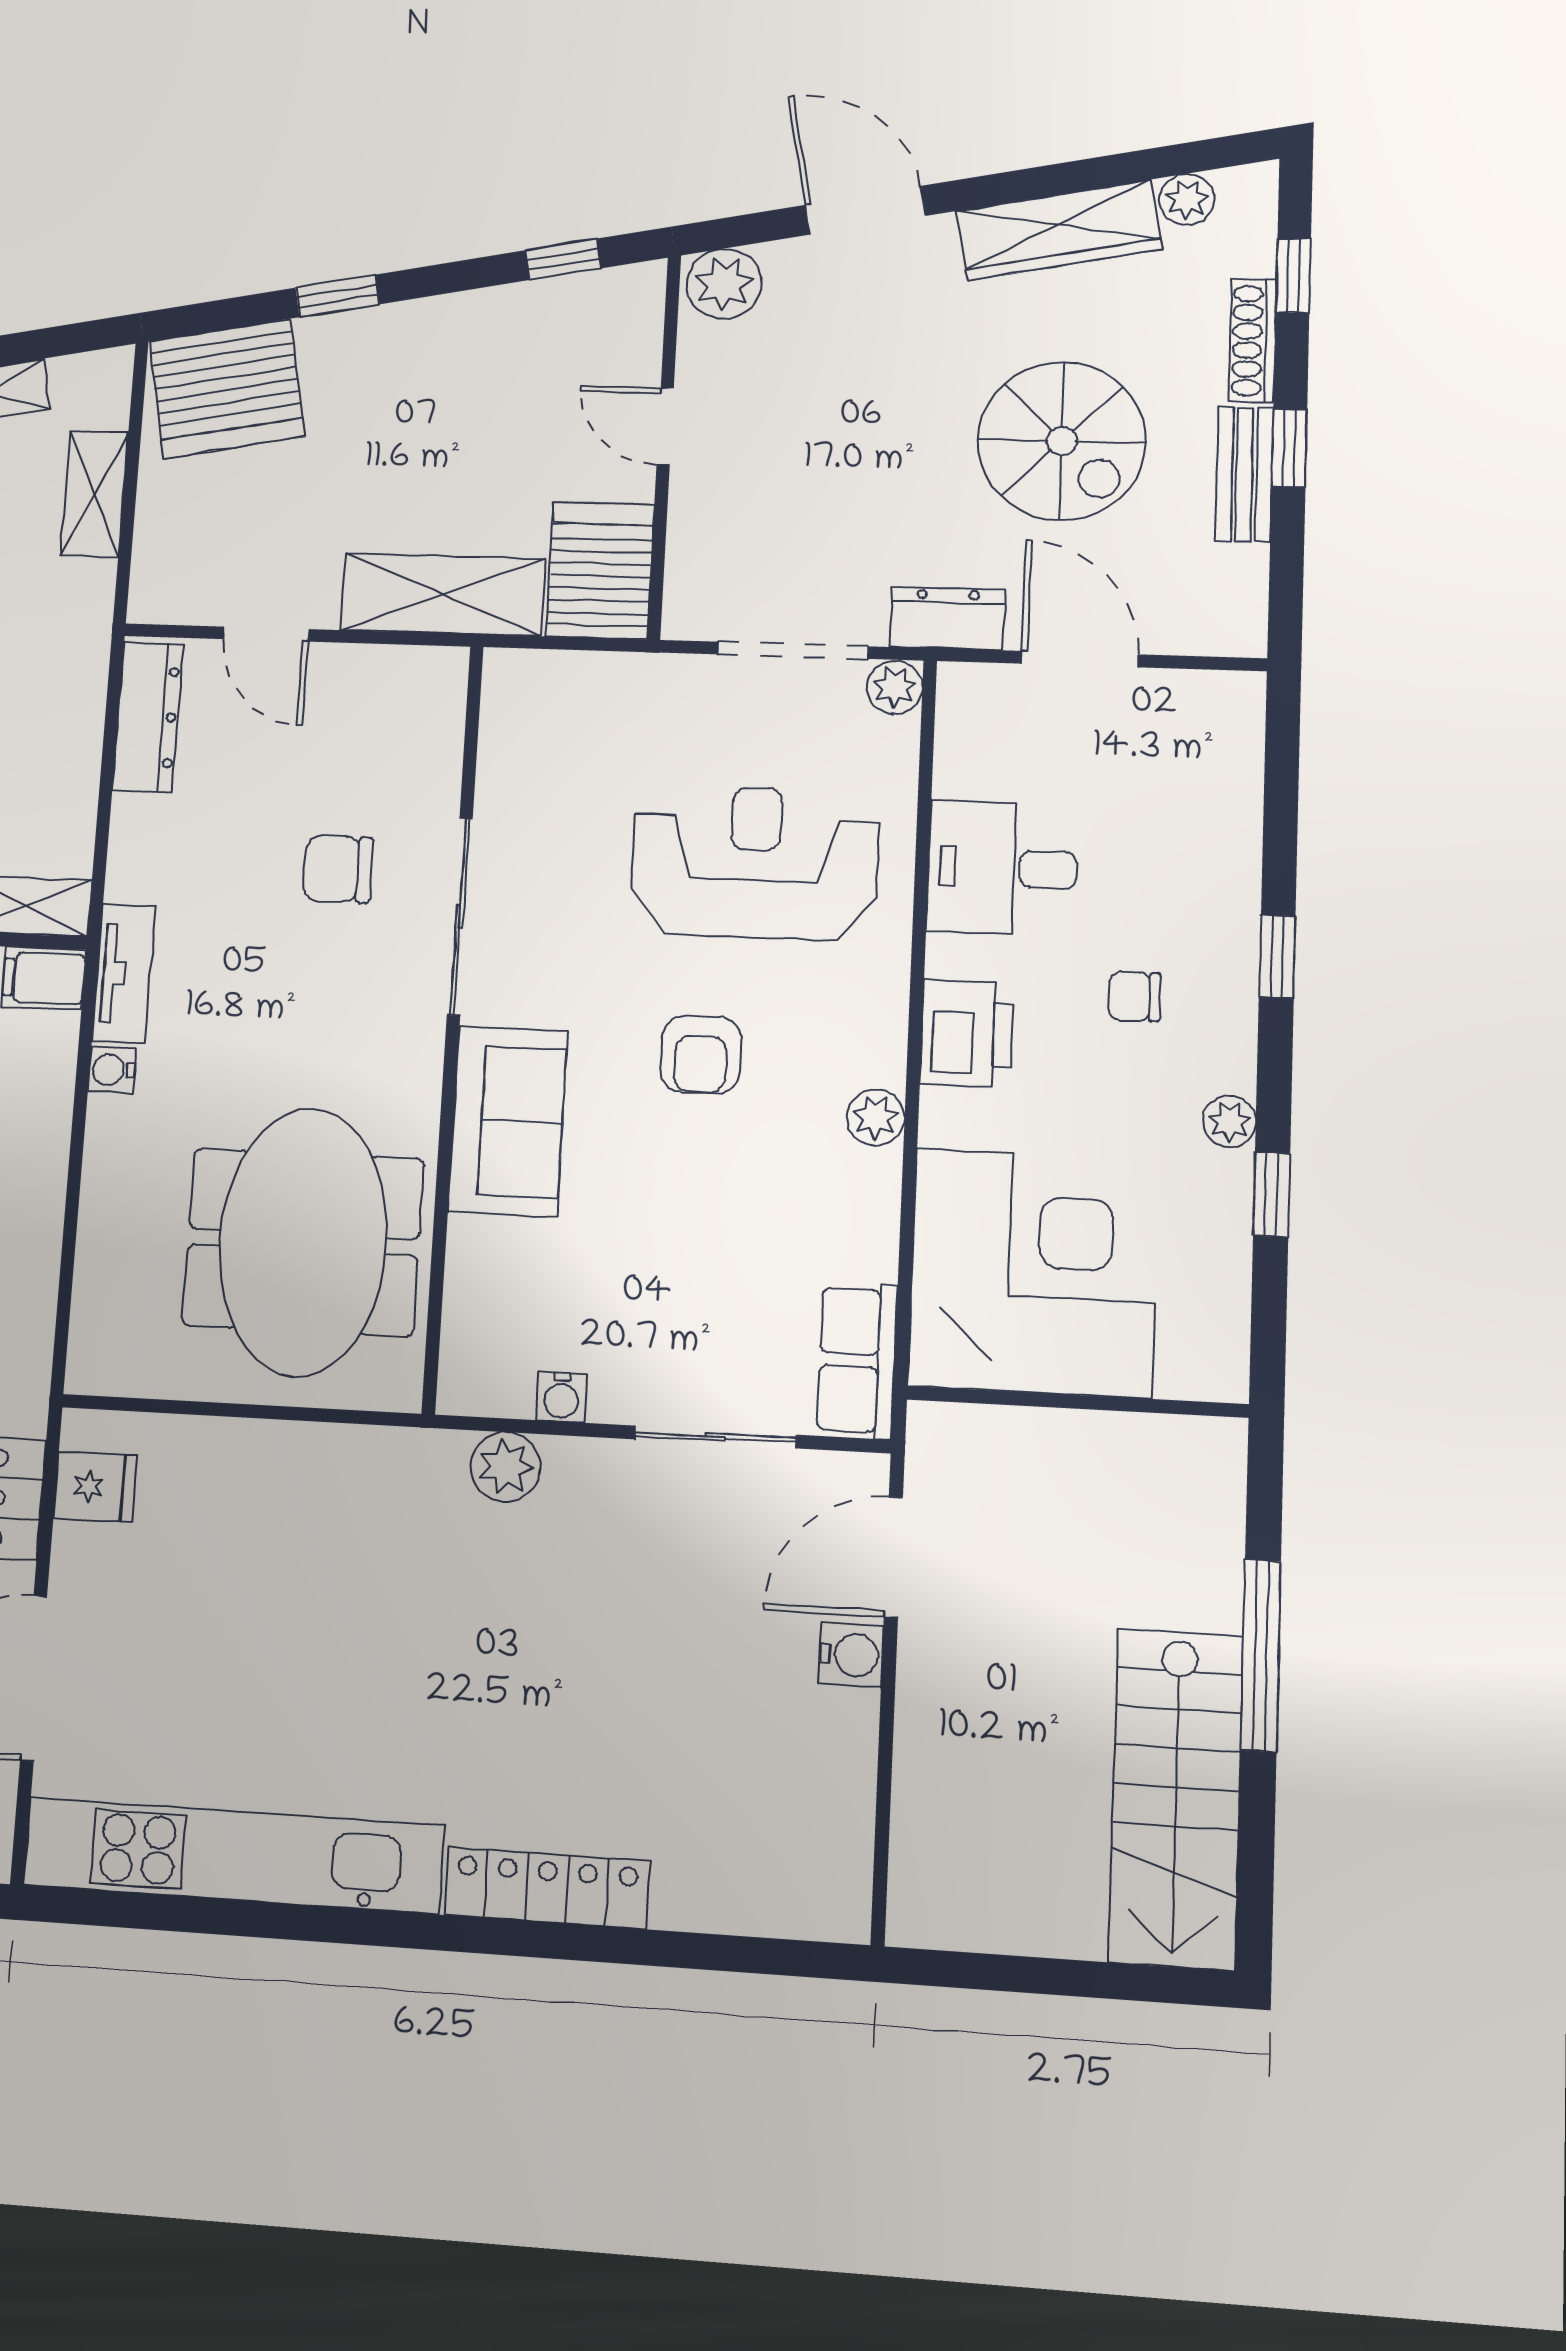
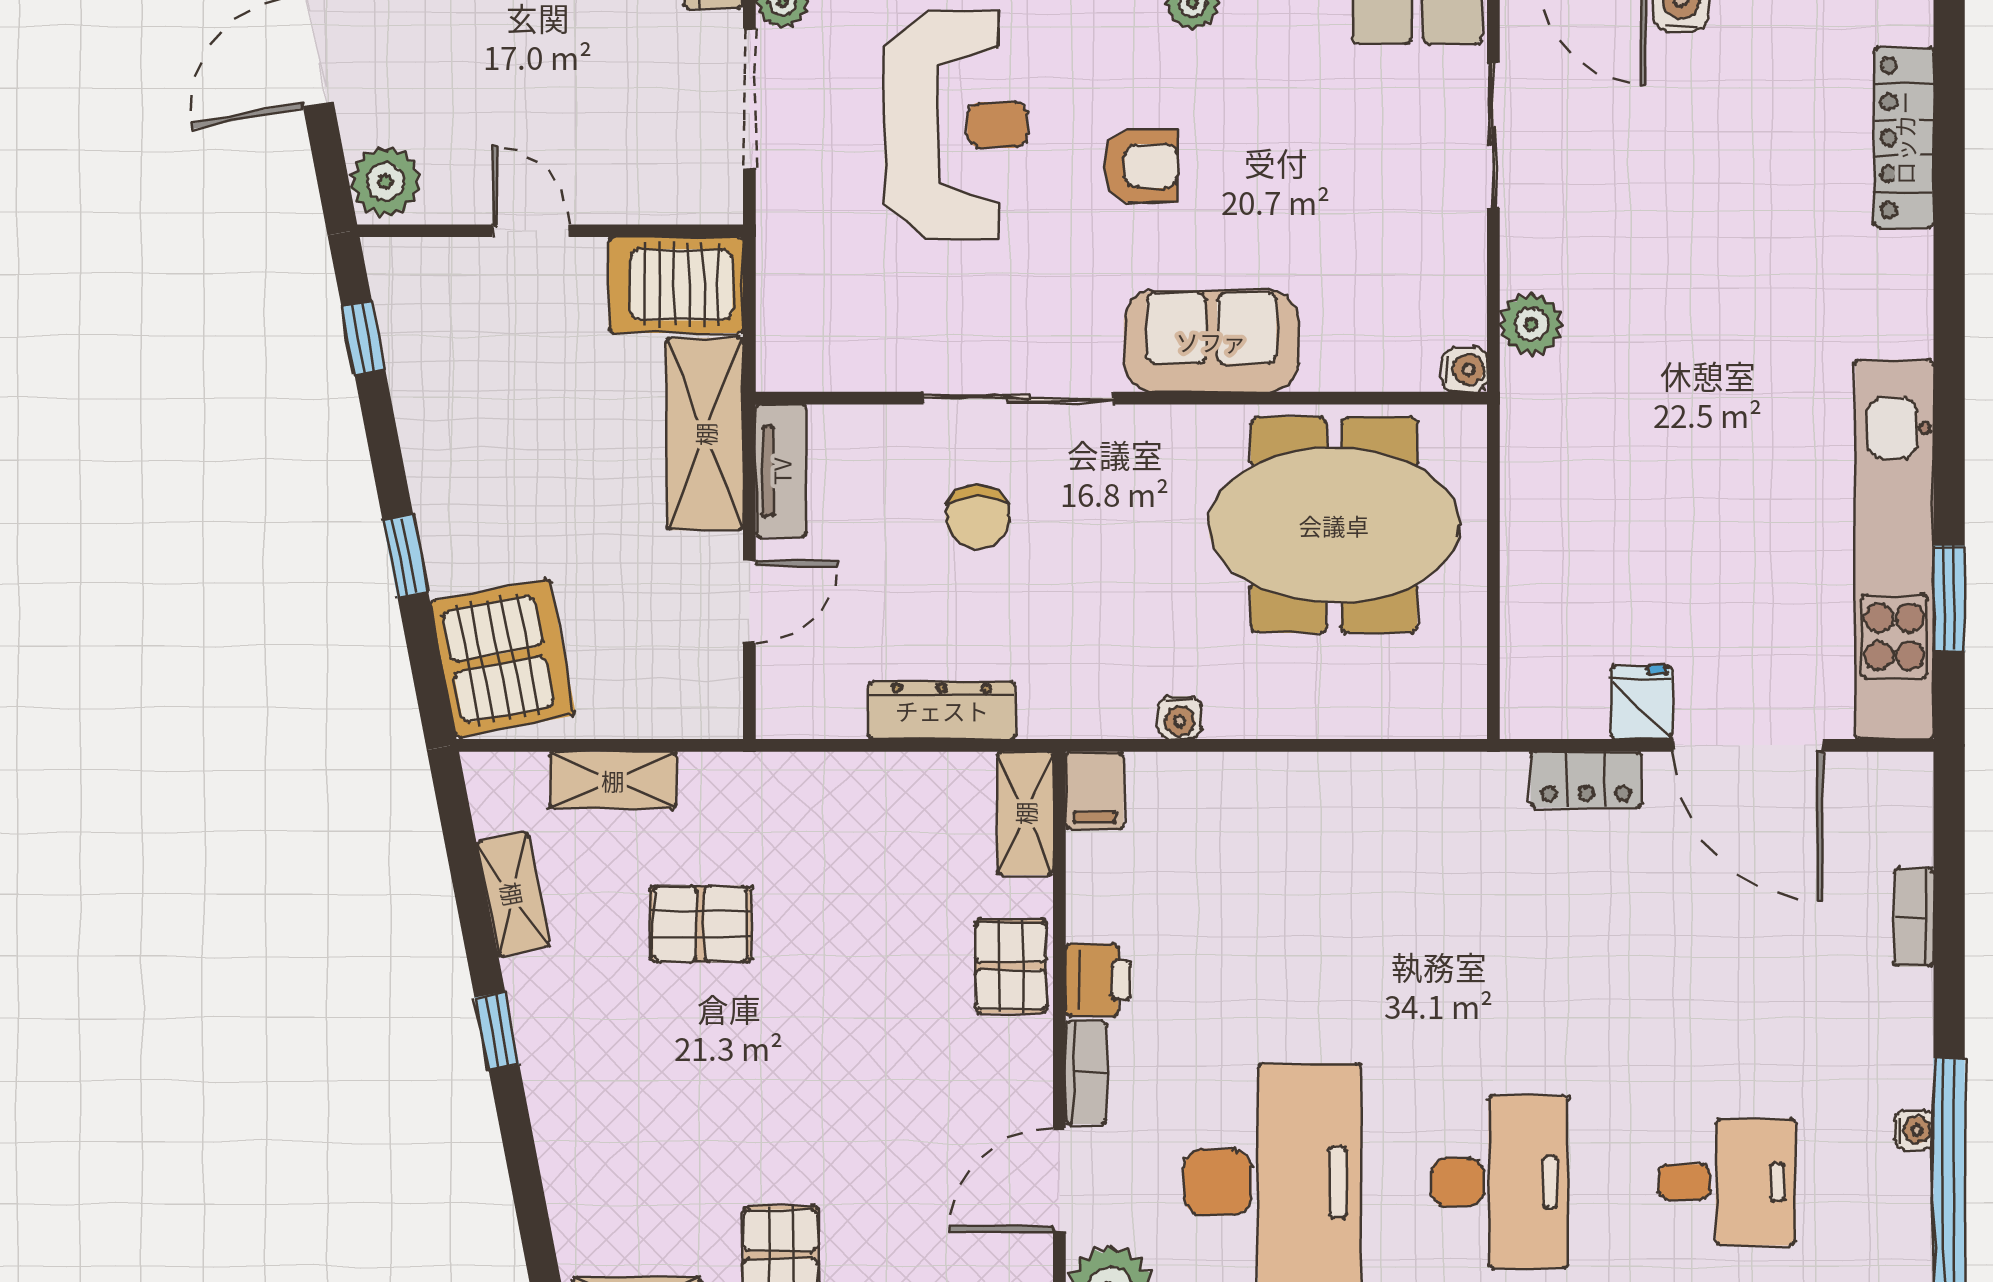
door: (665, 426) -> (531, 231), swing flipped
dresser: (148, 717) -> (942, 710), moved
reception desk: (755, 862) -> (956, 125), turned 180
tv unit: (124, 974) -> (781, 471), moved, turned 90
water cooler: (561, 1397) -> (1465, 370), moved
fridge: (95, 1487) -> (1641, 702), moved
locker: (547, 1888) -> (1904, 138), moved
window: (175, 1914) -> (1949, 599), added

